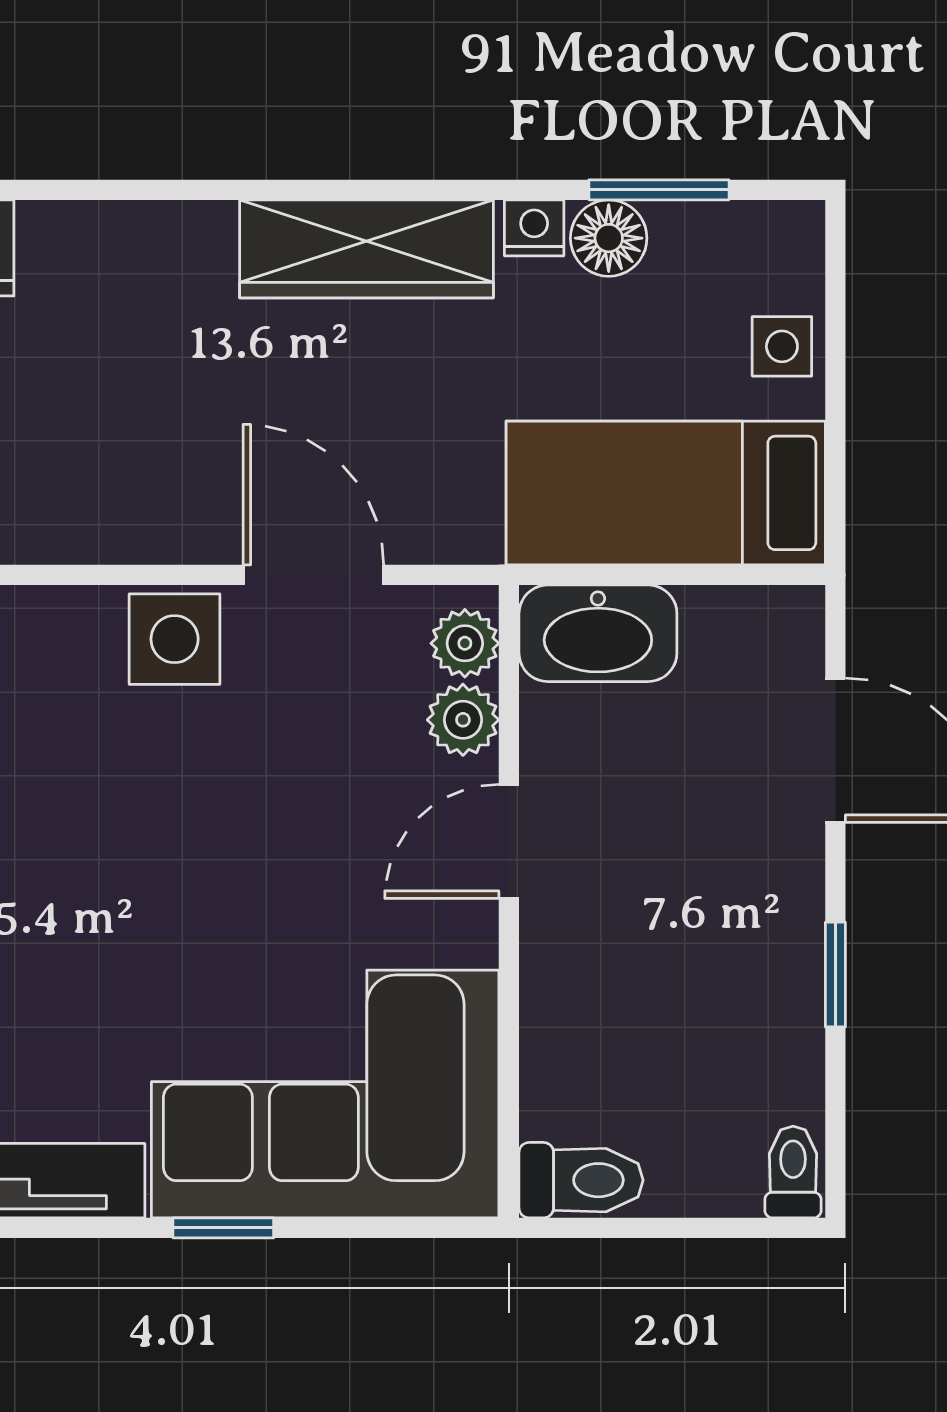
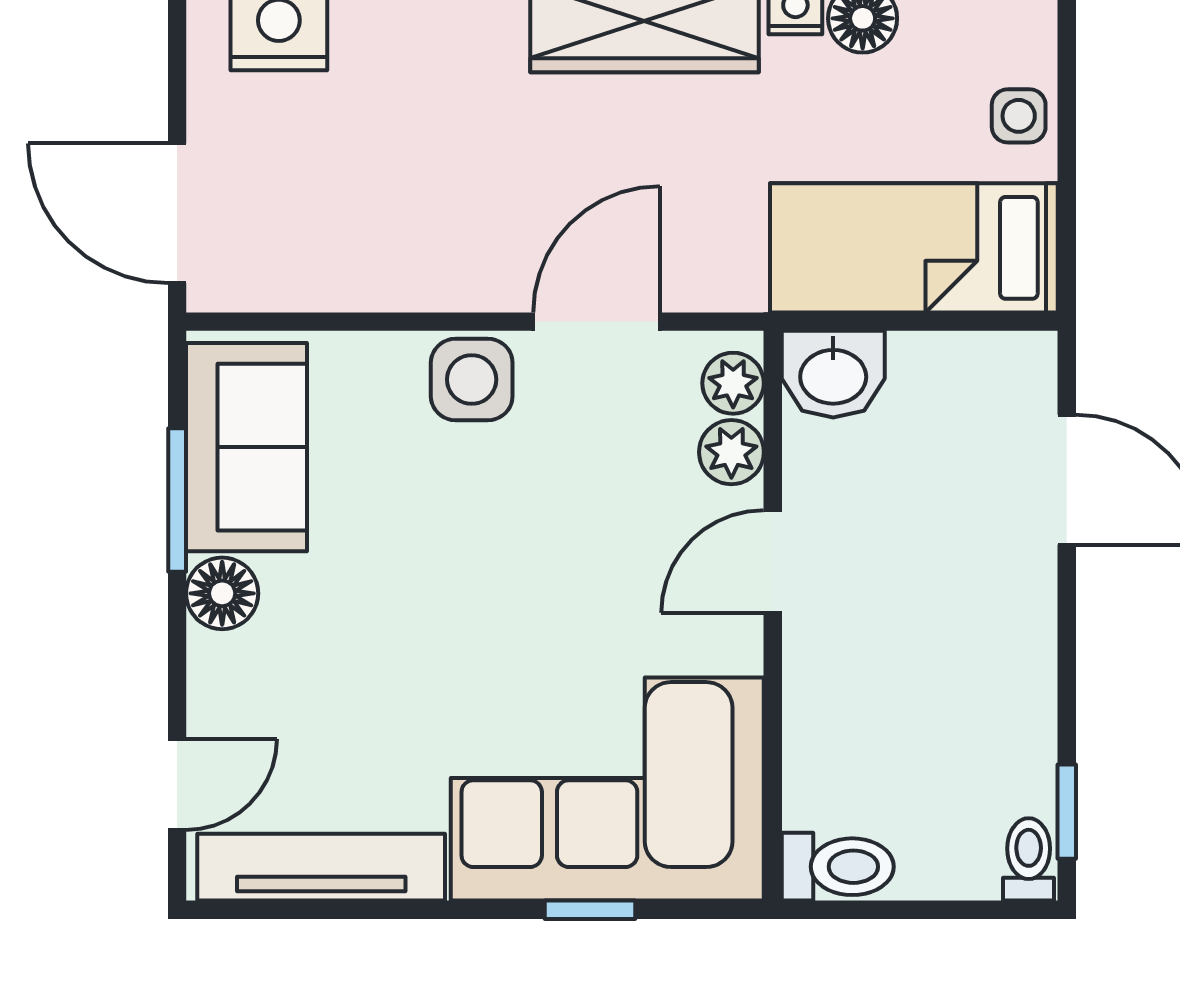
door: (313, 575) -> (597, 322), hinge flipped
washbasin: (598, 633) -> (833, 374), width x0.72
window: (835, 975) -> (1067, 812), moved
window: (223, 1228) -> (590, 910), moved

